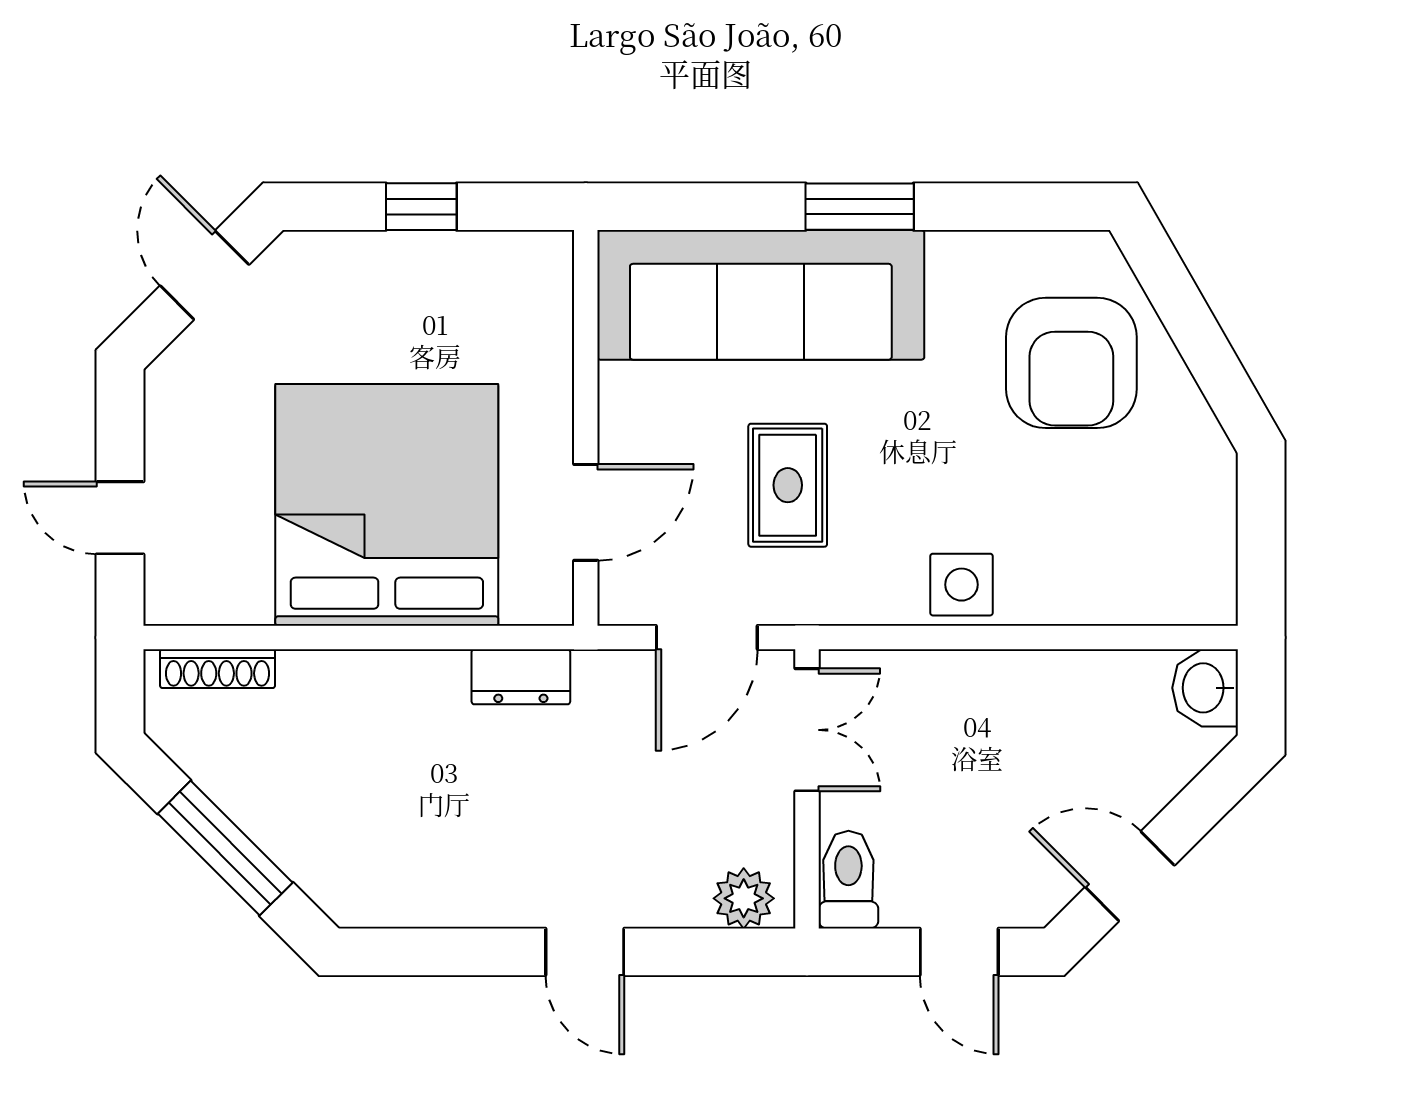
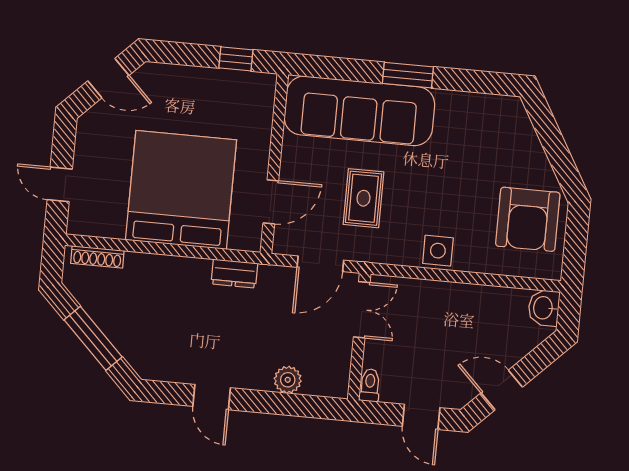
window: (421, 207) -> (236, 59), moved
door: (205, 275) -> (108, 78), swing flipped
armchair: (1071, 363) -> (528, 219), moved
toilet: (848, 880) -> (370, 385), width x0.73, depth x0.72
plant: (744, 898) -> (288, 380), moved
door: (585, 952) -> (212, 397), moved

